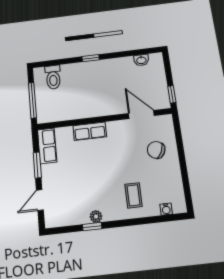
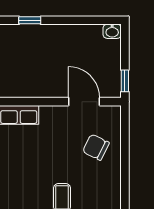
washbasin: (141, 60) -> (112, 31), moved

